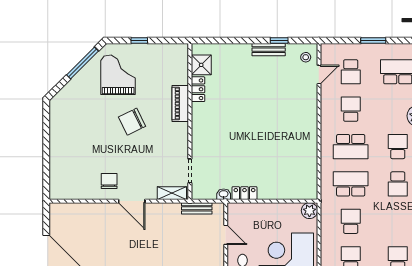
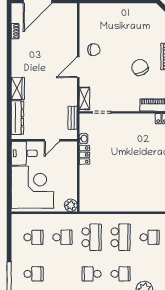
school desk: (351, 147) -> (121, 237), turned 180

